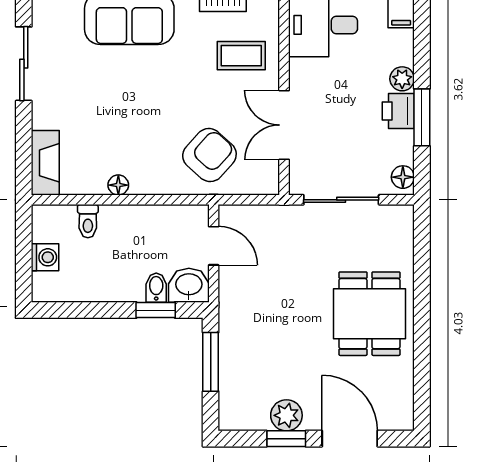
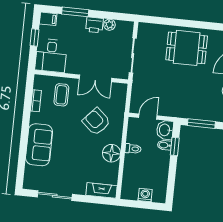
plant: (402, 79) -> (109, 25), moved
window: (422, 117) -> (75, 12), moved
armchair: (209, 155) -> (96, 122), moved
floor lamp: (403, 177) -> (125, 26), removed
floor lamp: (118, 185) -> (112, 153), width x1.89, depth x1.89
toilet: (88, 221) -> (133, 149), moved

